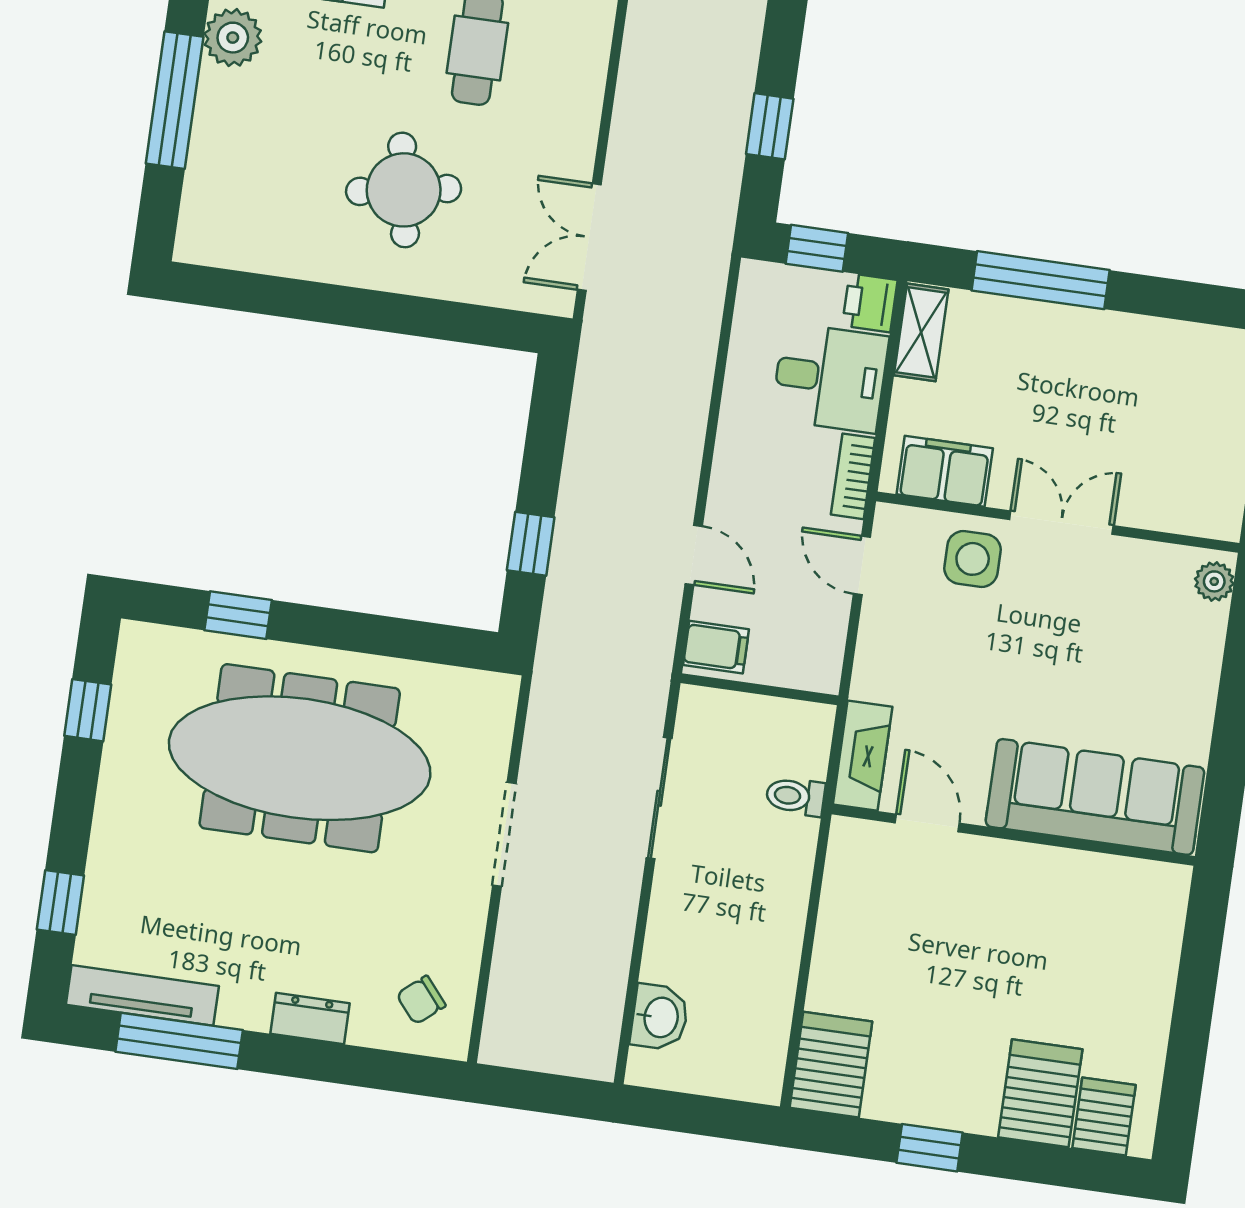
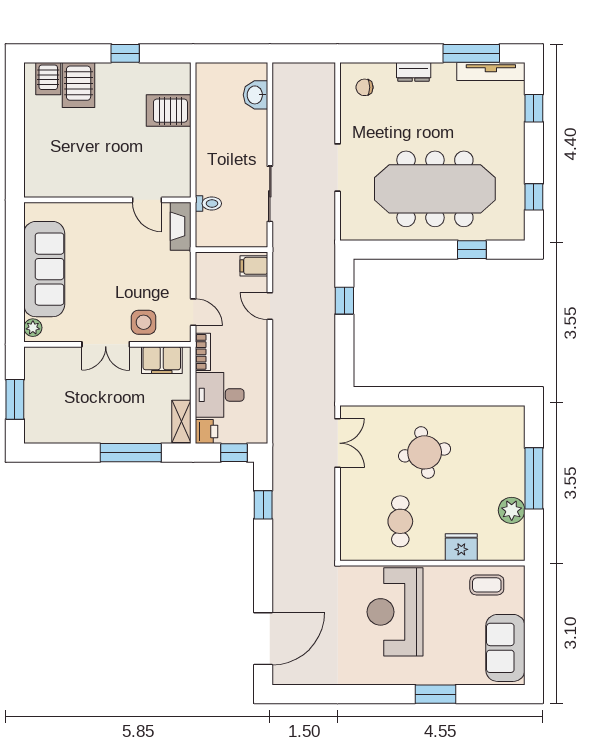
sofa: (1095, 797) -> (44, 269), moved, turned -90
chair: (421, 1000) -> (365, 87), turned -140
server rack: (831, 1065) -> (169, 111), moved, turned 90

